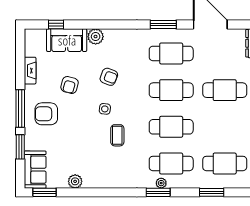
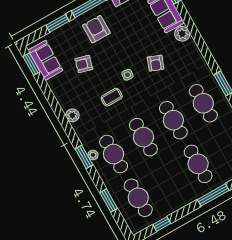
armchair: (70, 85) -> (84, 64), moved
sofa: (35, 170) -> (45, 60), moved, turned -90
plant: (75, 181) -> (72, 115), moved

